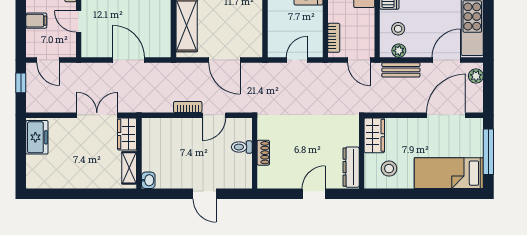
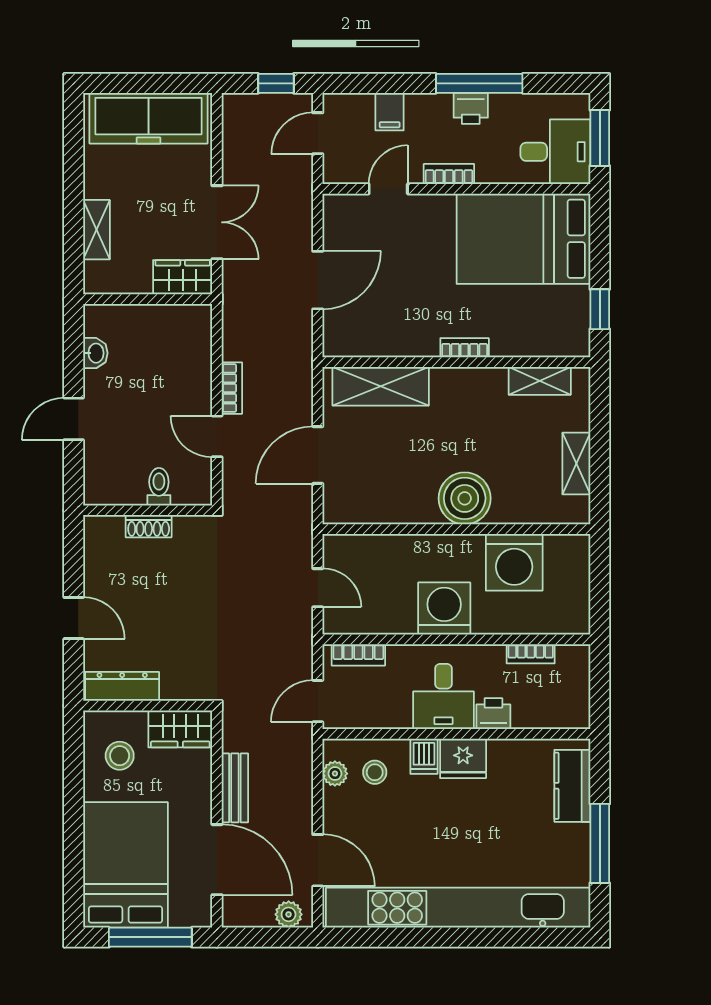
bench: (401, 70) -> (235, 788), moved
freezer: (37, 137) -> (149, 118), width x1.91, depth x1.26
shelving: (129, 168) -> (96, 230), moved, turned 90
bed: (449, 173) -> (125, 865), width x1.50
washbasin: (148, 180) -> (95, 353), moved, turned -90

